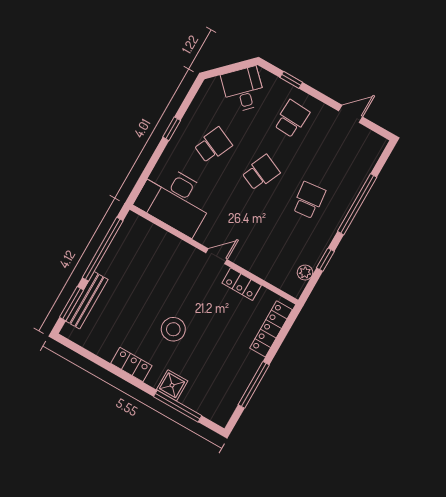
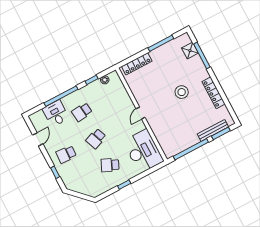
desk: (243, 89) -> (56, 113), moved, turned 135
door: (351, 114) -> (38, 139), swing flipped
school desk: (261, 173) -> (96, 139), turned -45
door: (216, 256) -> (141, 113), hinge flipped
locker: (242, 284) -> (137, 93), removed
locker: (131, 364) -> (214, 93), width x1.53
shower: (172, 385) -> (190, 51), moved

